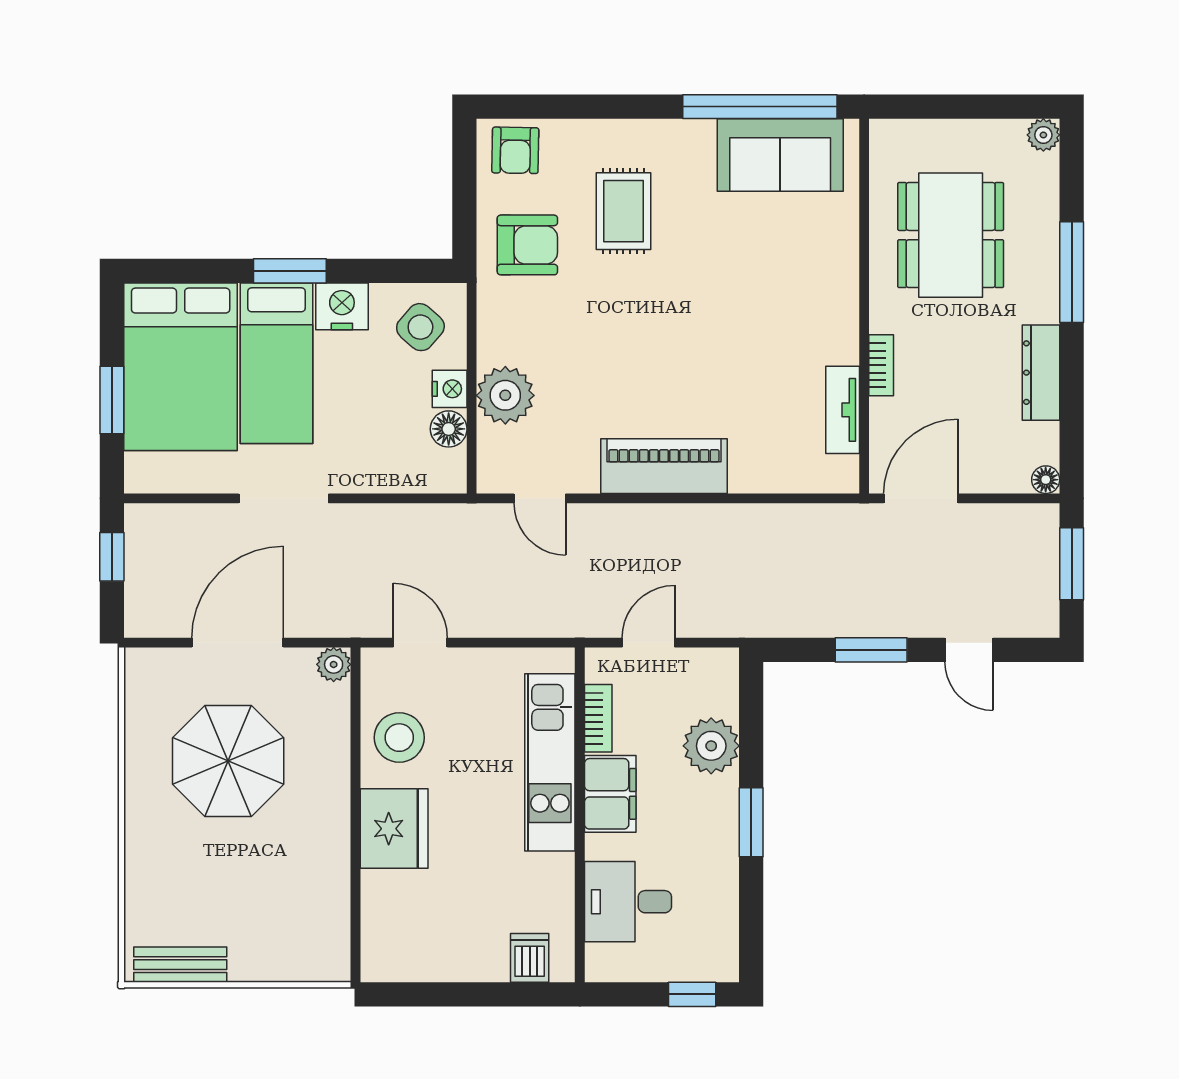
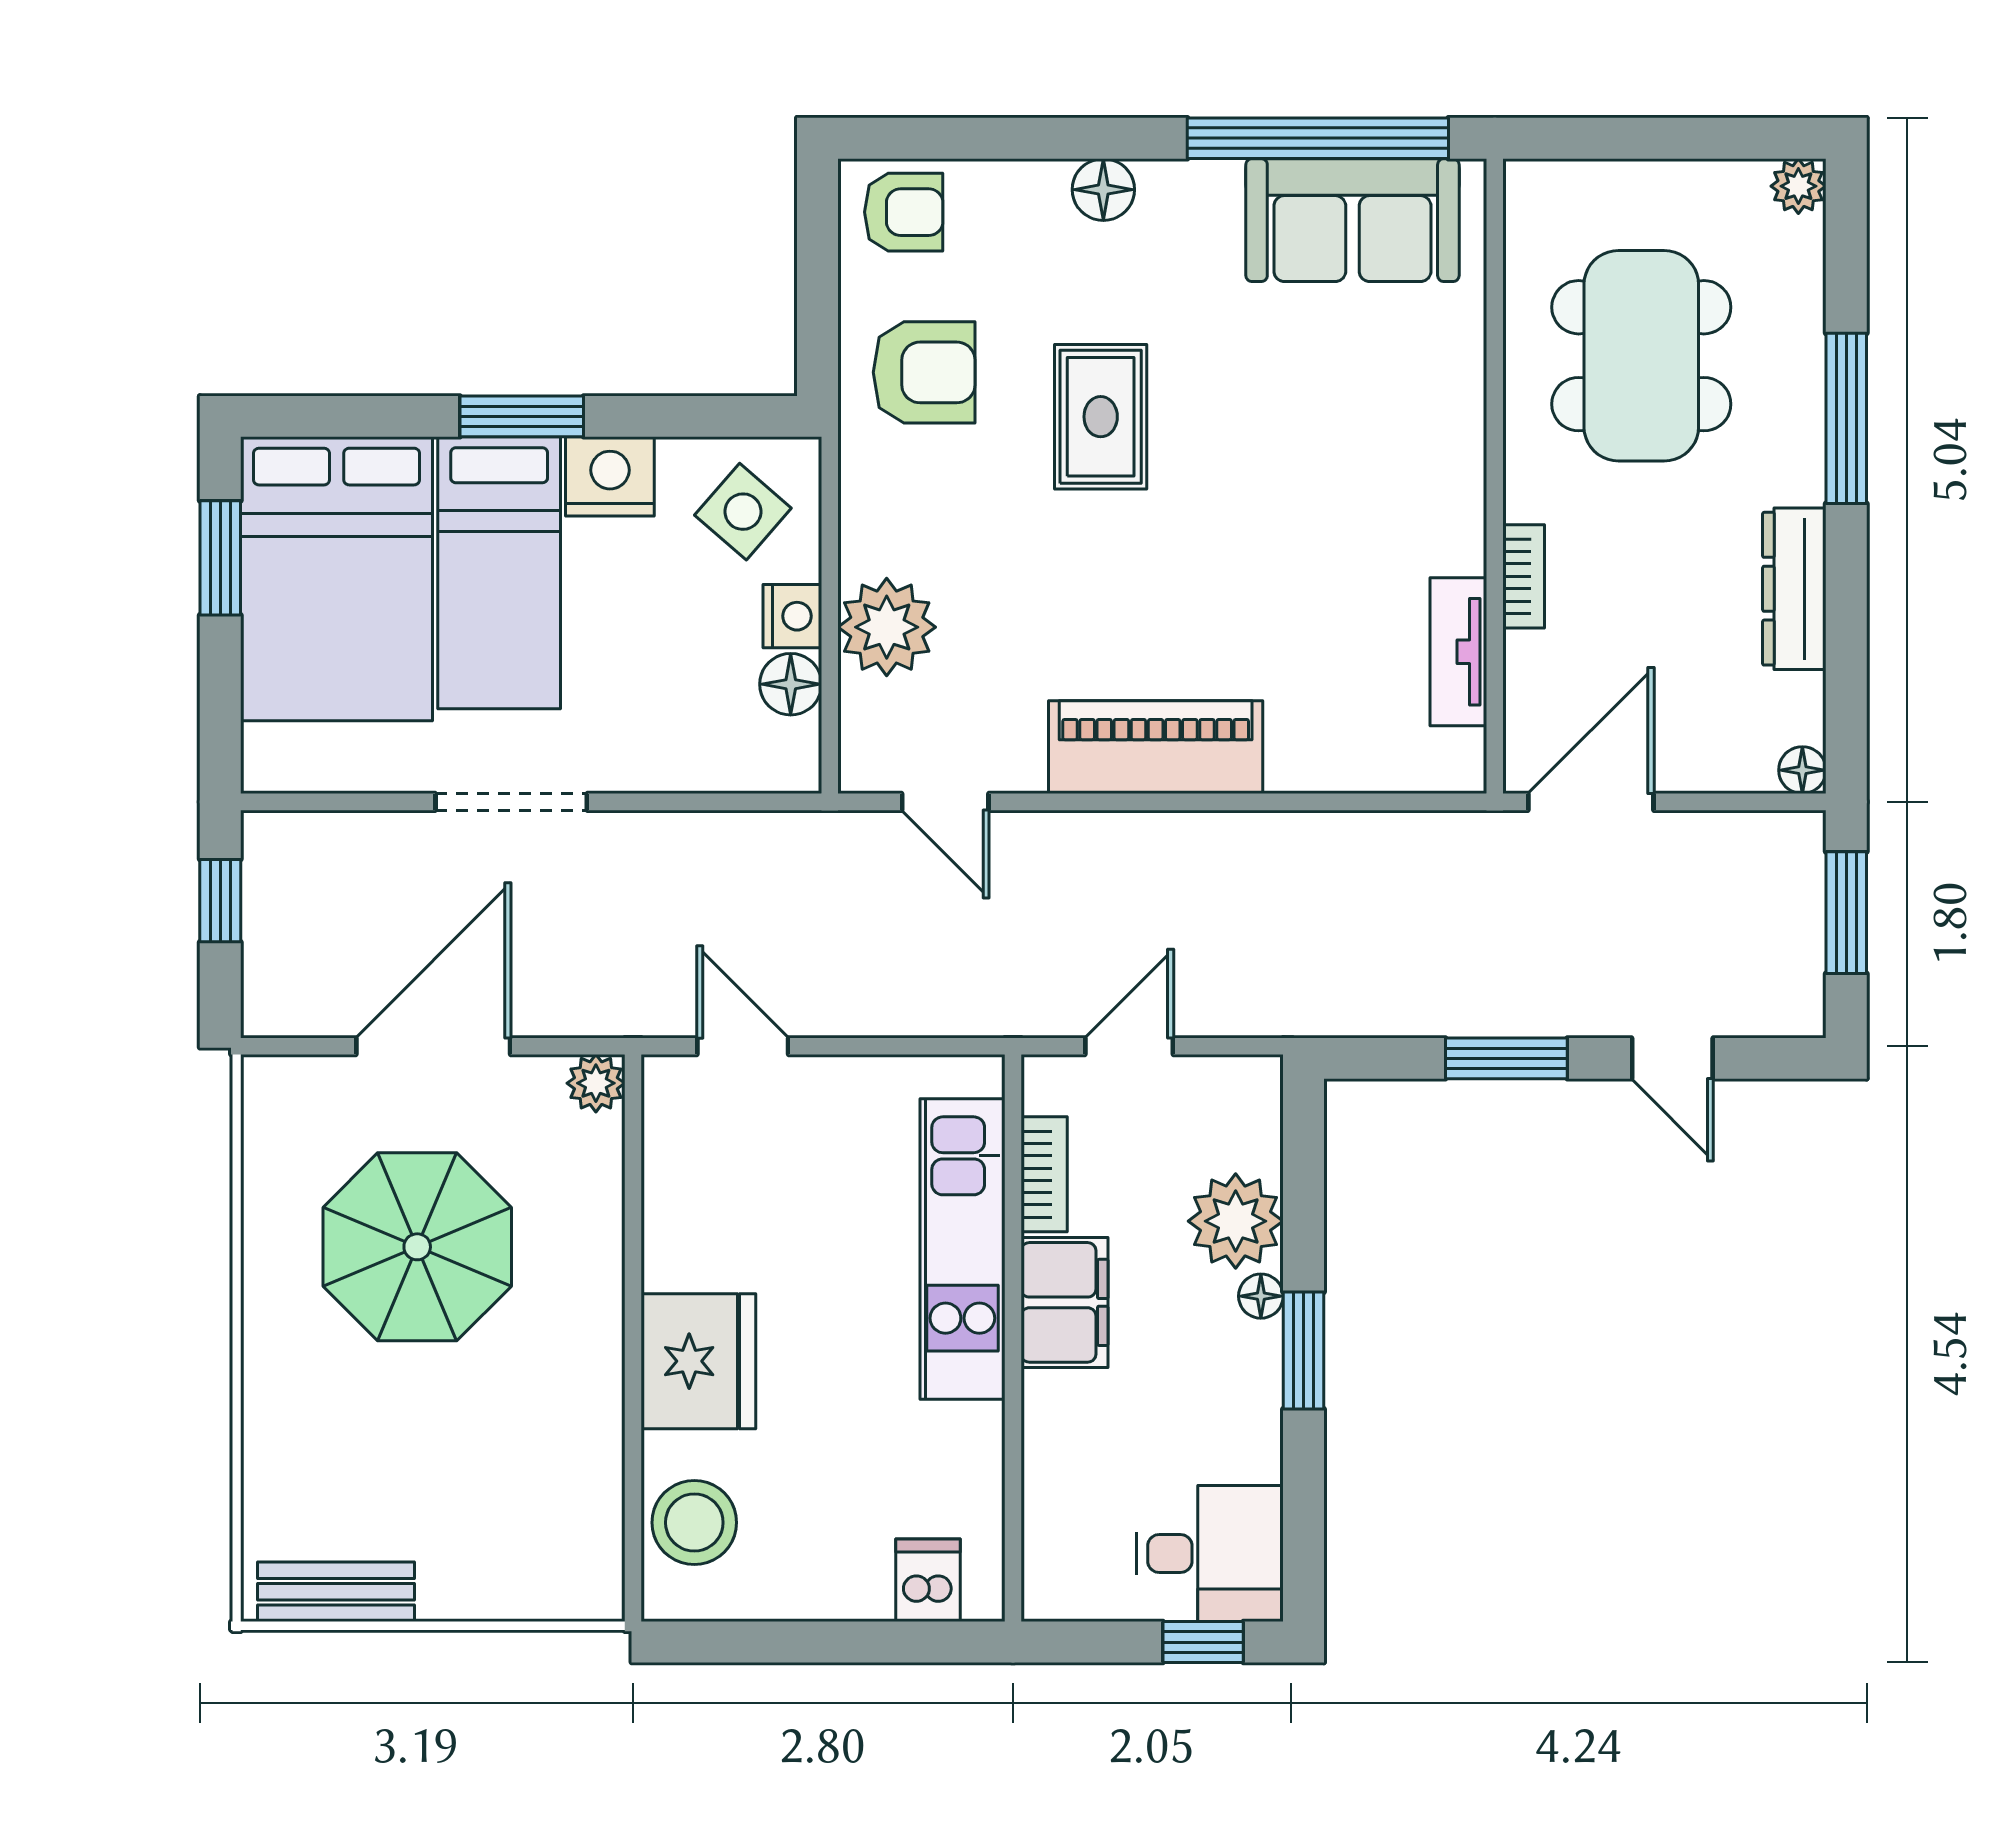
floor lamp: (633, 137) -> (1103, 190), added
armchair: (515, 150) -> (904, 212), turned -91
rug: (623, 211) -> (1101, 417), moved
window: (112, 400) -> (220, 558), moved
stool: (399, 738) -> (694, 1523), moved
floor lamp: (726, 790) -> (1261, 1296), added
desk: (628, 902) -> (1210, 1554), moved, turned 180

